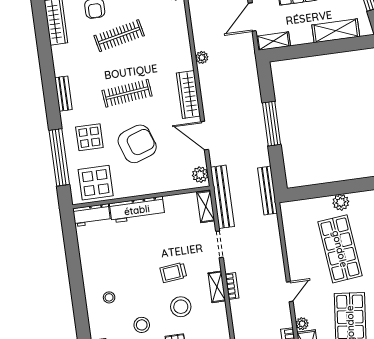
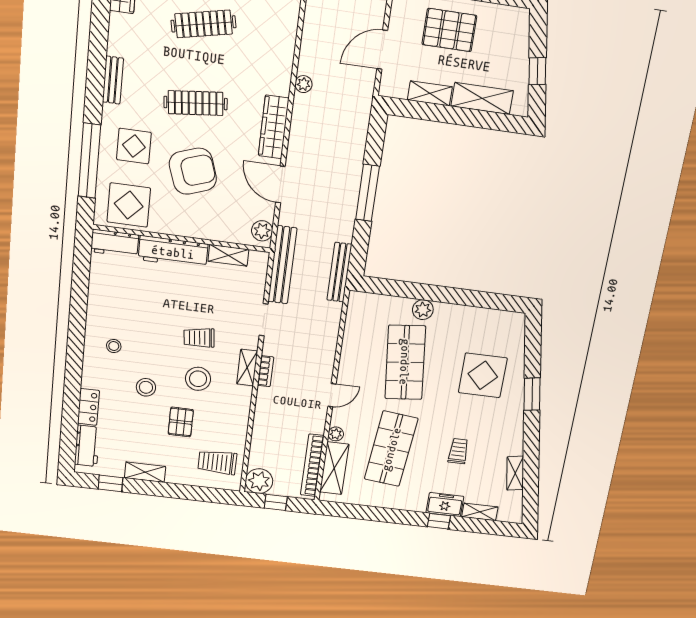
shelving: (273, 41) -> (430, 93), moved
shelving: (206, 207) -> (228, 255), moved, turned 90

